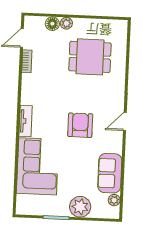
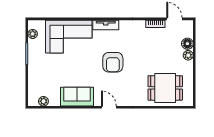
dining table: (90, 57) -> (165, 88), moved, turned 90
armchair: (80, 125) -> (113, 62), moved, turned 90
sofa: (110, 173) -> (77, 97), moved
plant: (80, 207) -> (33, 34), moved, width x0.53, depth x0.53

